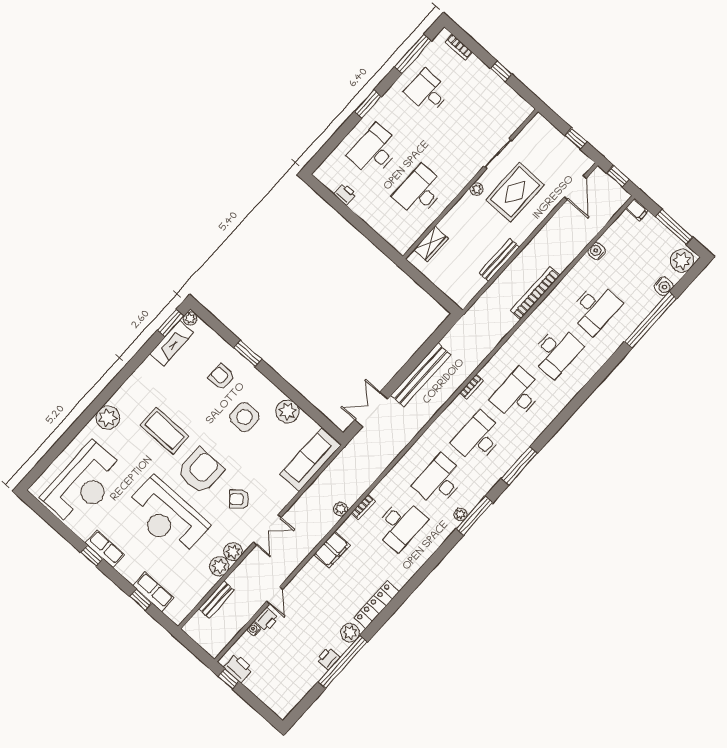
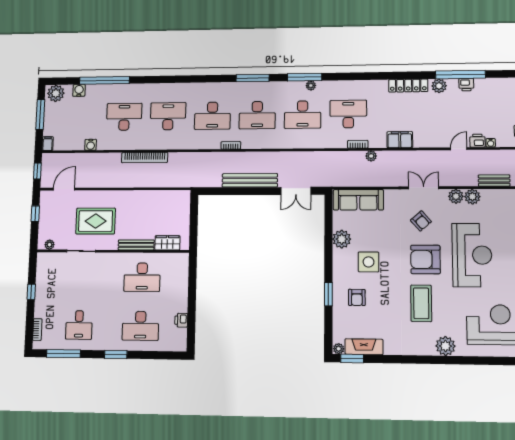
plant: (477, 189) -> (50, 245), moved
bench: (499, 260) -> (136, 245), moved

